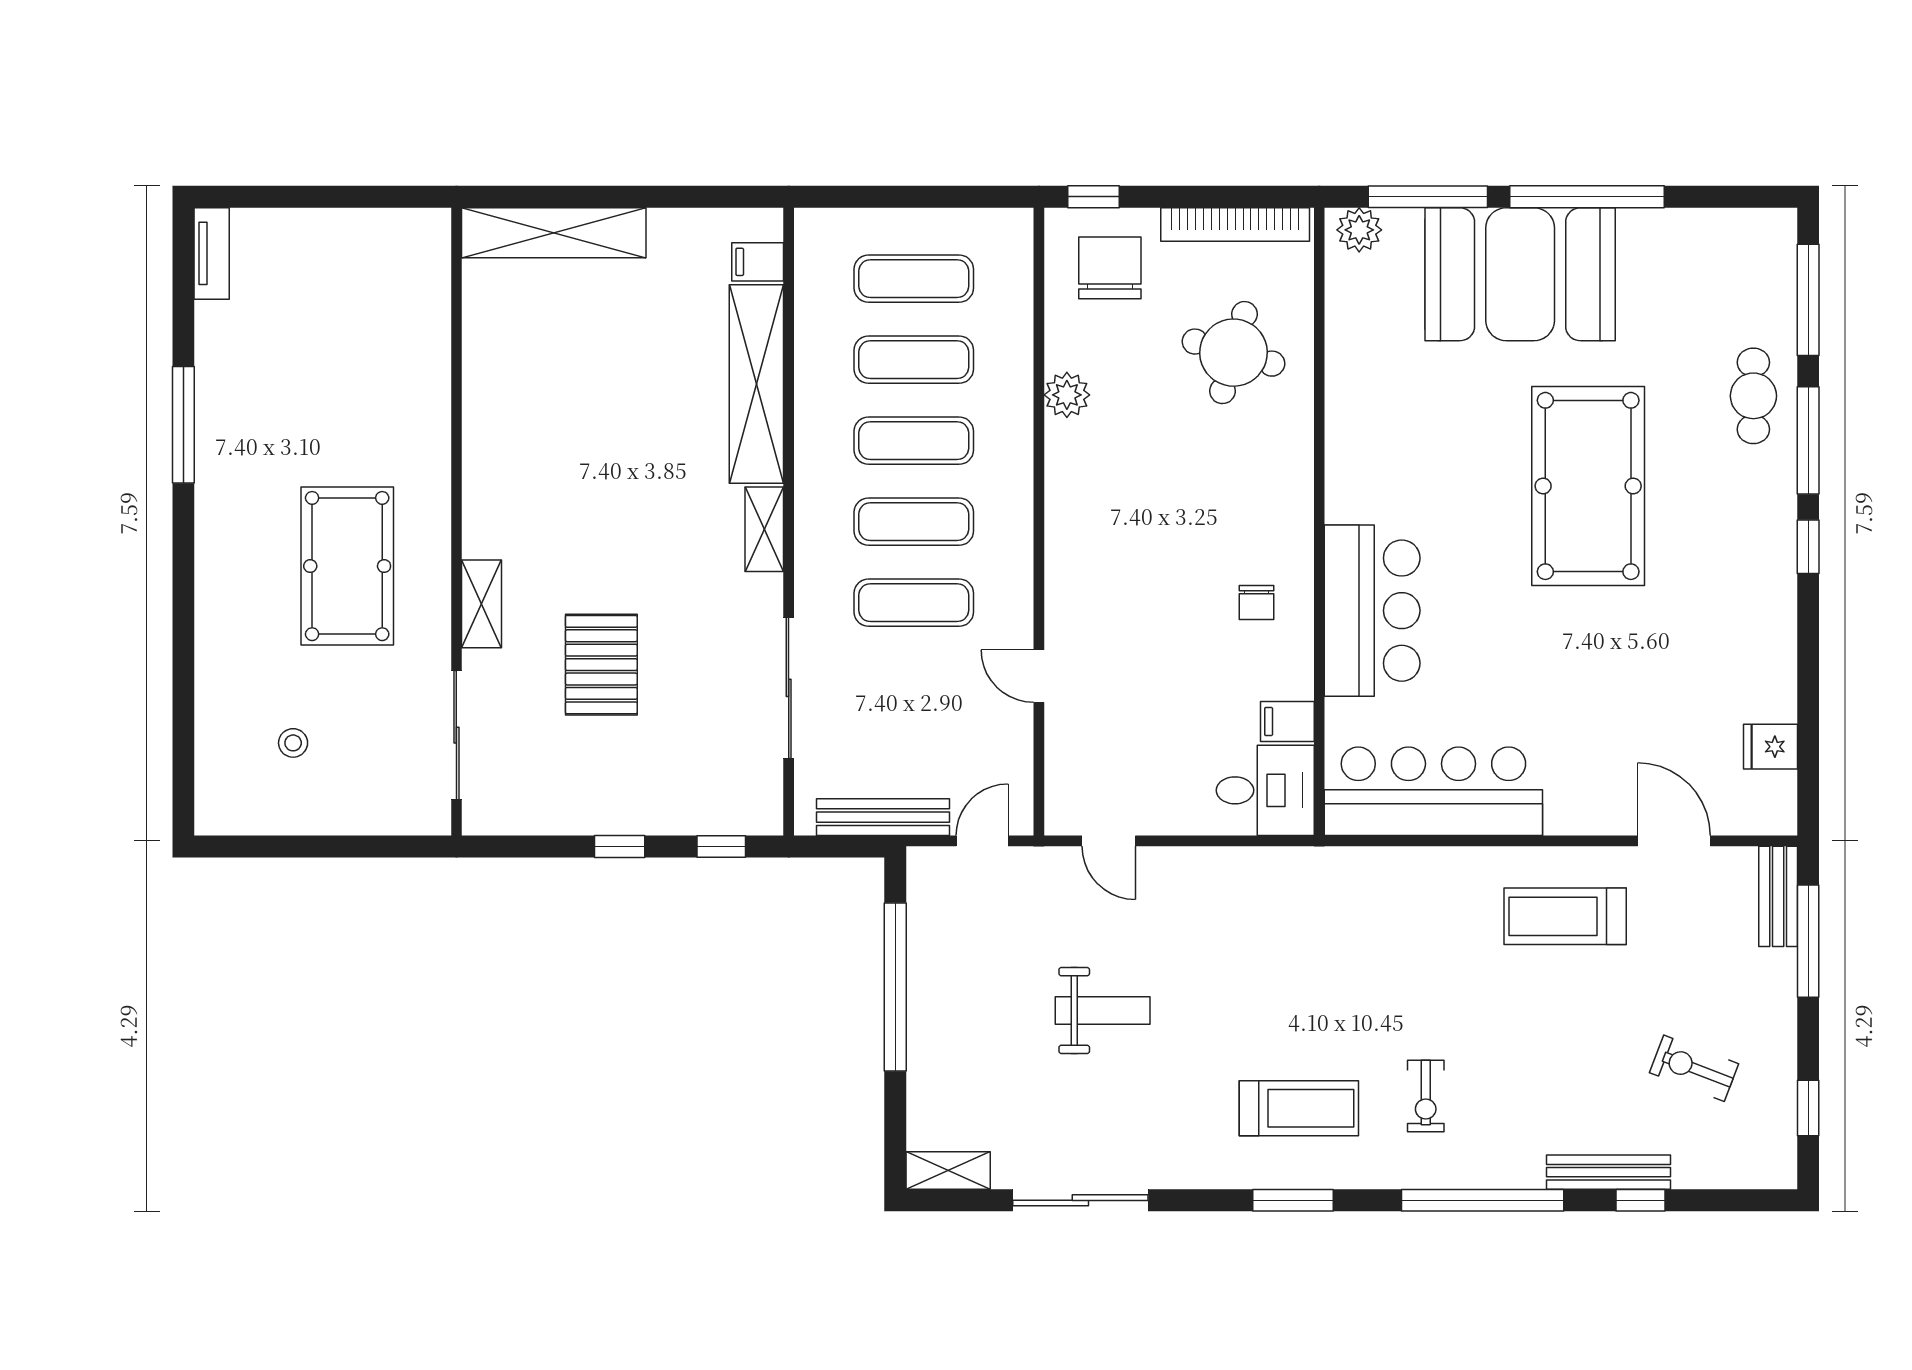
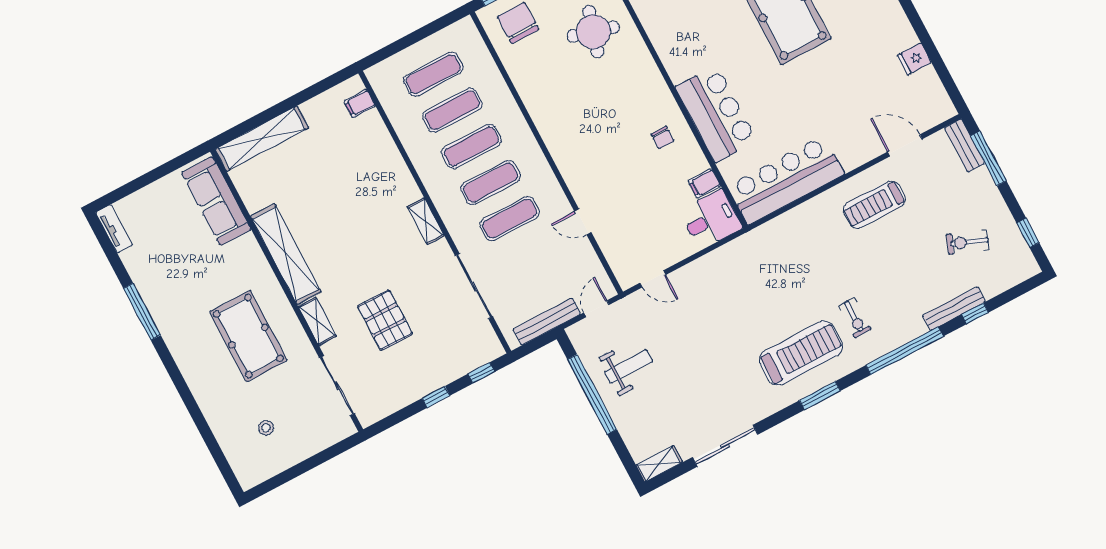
sofa: (416, 300) -> (216, 201), added
shelving: (756, 384) -> (286, 254), moved
plant: (1067, 395) -> (529, 90), removed
fridge: (1770, 747) -> (914, 59), moved
weight bench: (1103, 1010) -> (628, 366), moved
treadmill: (1299, 1108) -> (801, 353), width x1.37, depth x1.38

